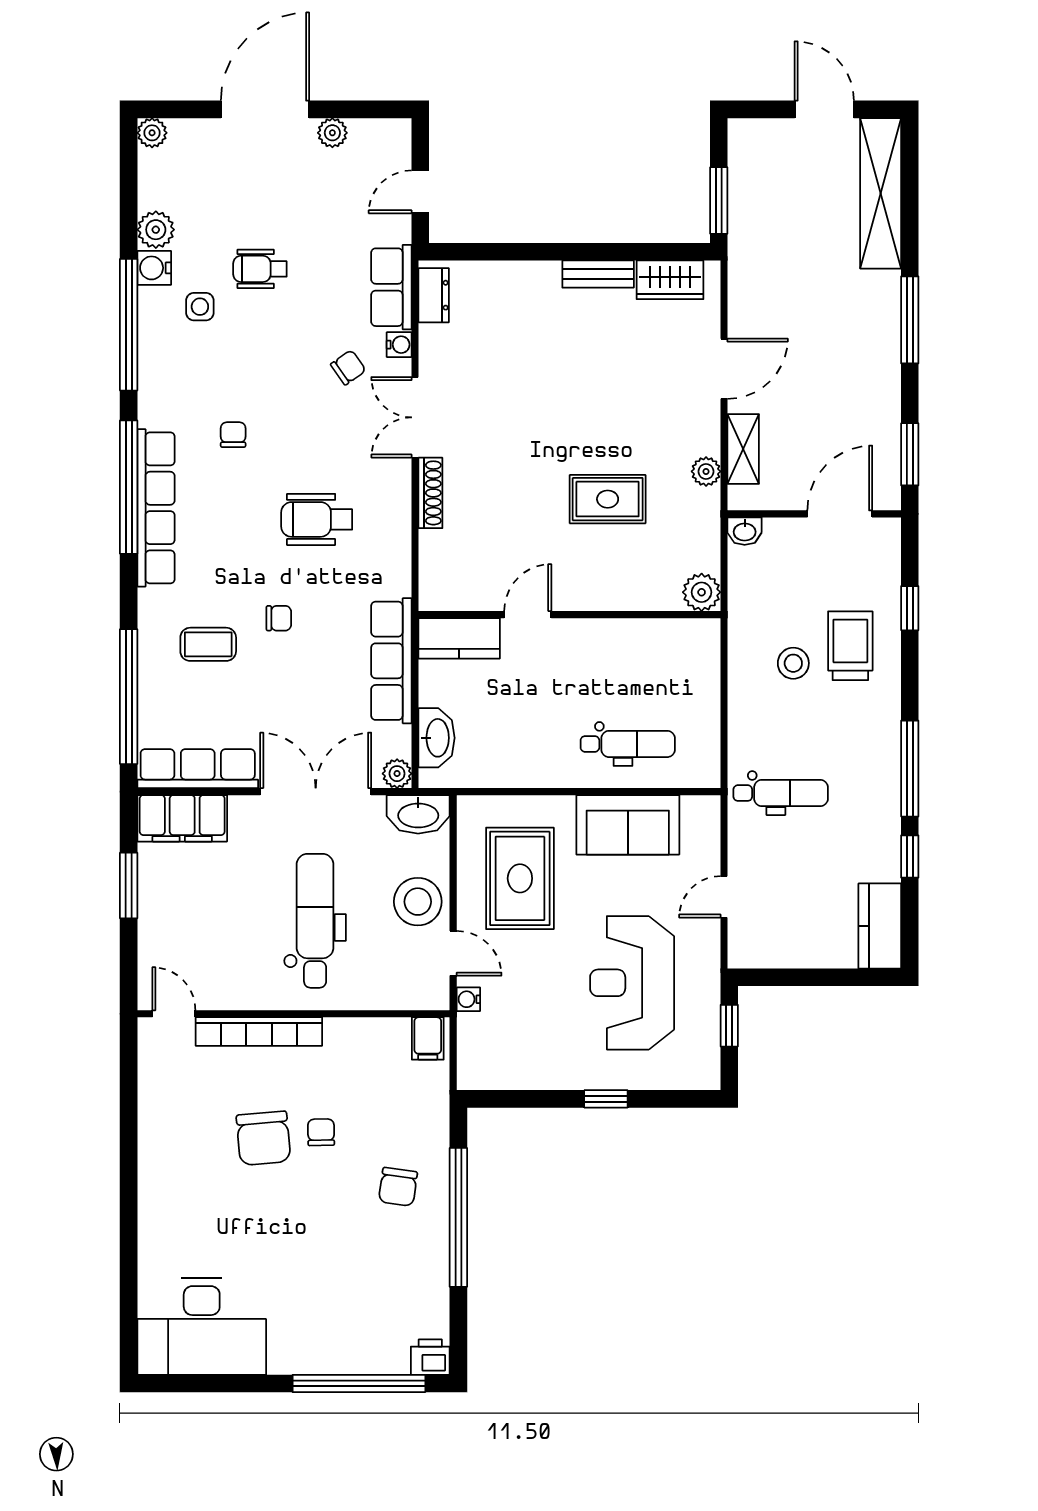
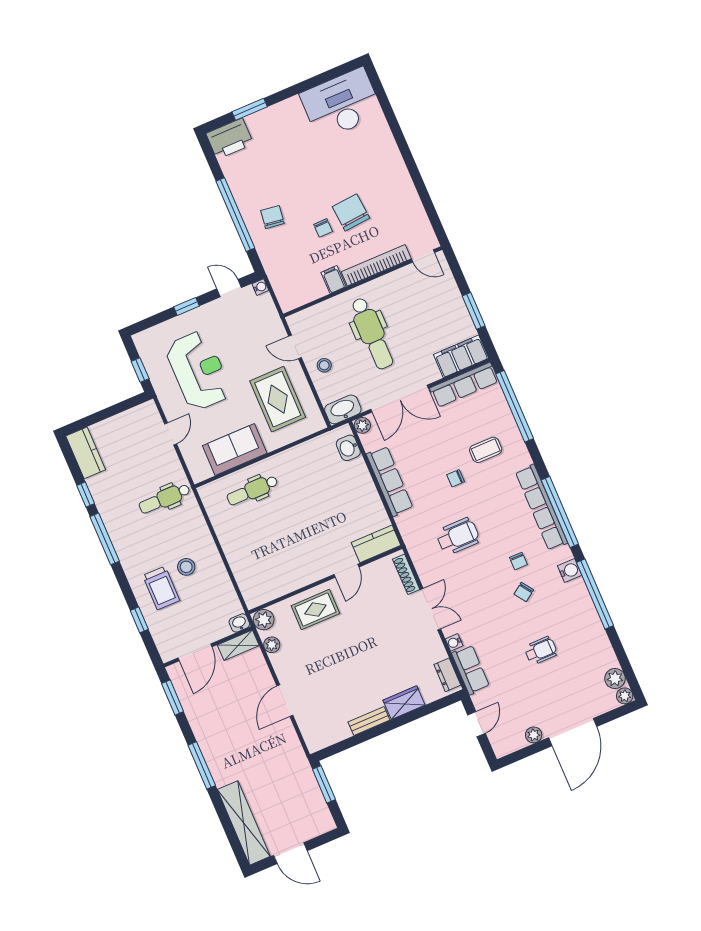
plant: (156, 230) -> (615, 679), moved
water cooler: (154, 268) -> (570, 571), moved
wardrobe: (670, 280) -> (404, 703), moved
side table: (200, 307) -> (563, 618), removed
chair: (348, 367) -> (524, 592), moved
shelving: (743, 449) -> (238, 645), moved, turned 90
plant: (702, 592) -> (264, 620), moved
door: (528, 615) -> (347, 571), moved
wall: (570, 615) -> (325, 580), moved
kitchen counter: (459, 638) -> (376, 544), moved
washbasin: (437, 738) -> (348, 448), width x0.72
stool: (418, 902) -> (324, 365), width x0.53, depth x0.53
water cooler: (468, 999) -> (260, 287), moved
filing cabinet: (428, 1038) -> (333, 280), moved
door: (522, 1099) -> (229, 288), added
printer: (430, 1357) -> (230, 139), width x1.87, depth x1.48
window: (359, 1383) -> (250, 109), width x0.47

